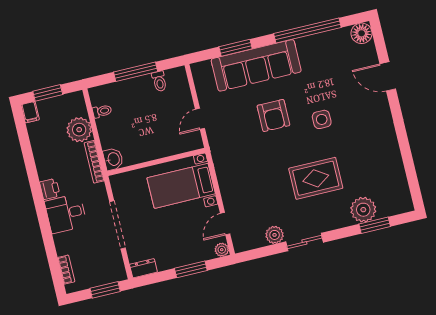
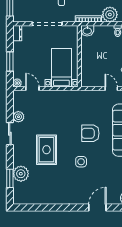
door: (200, 119) -> (111, 89), moved

